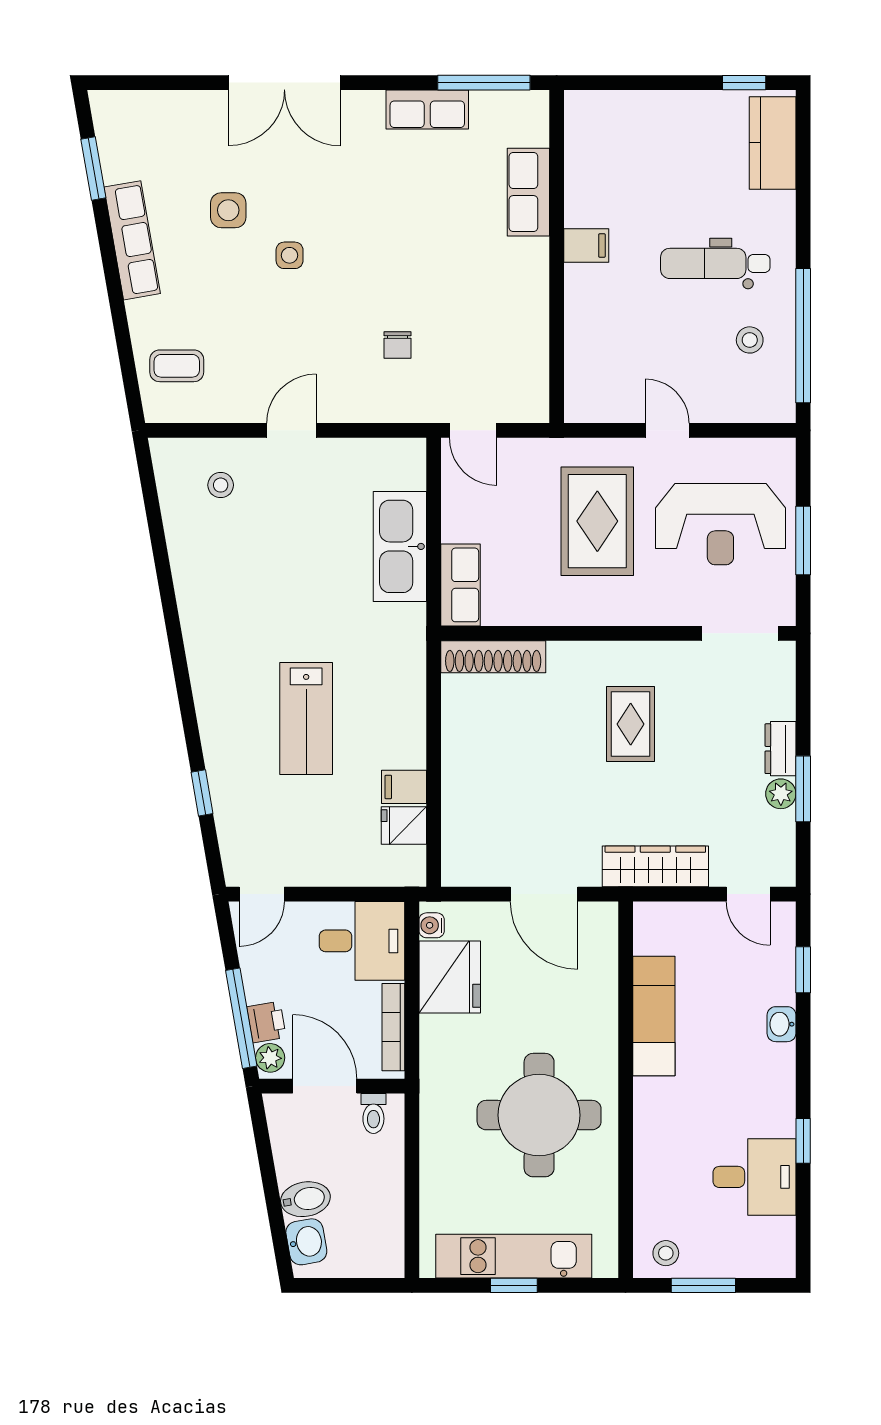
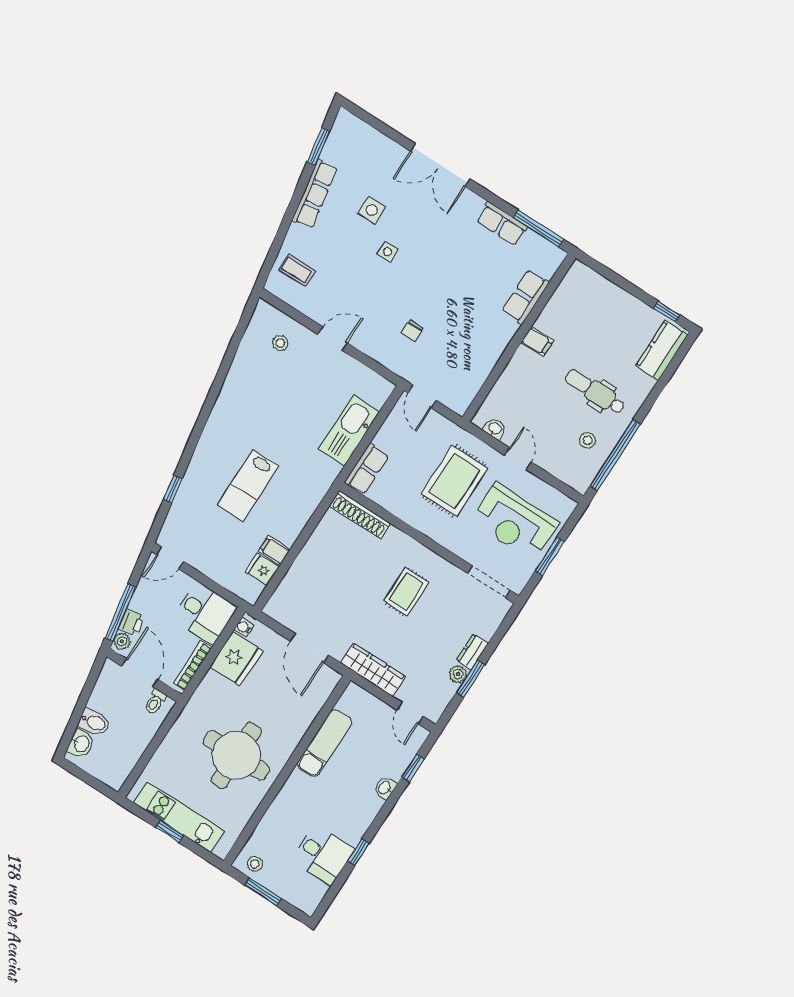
washbasin: (606, 409) -> (495, 429), added

